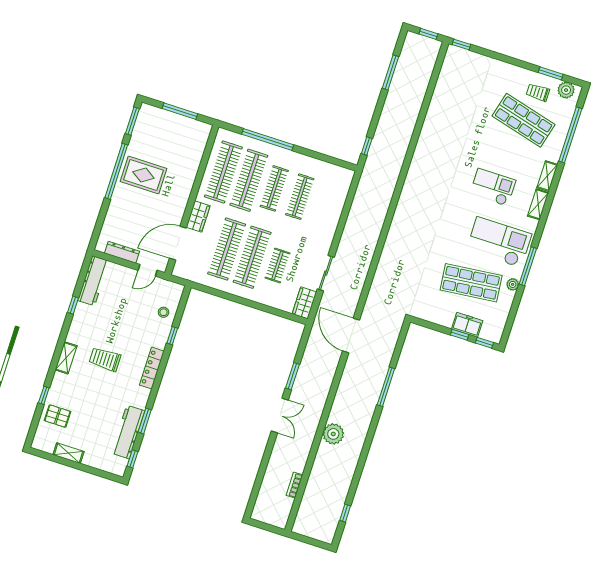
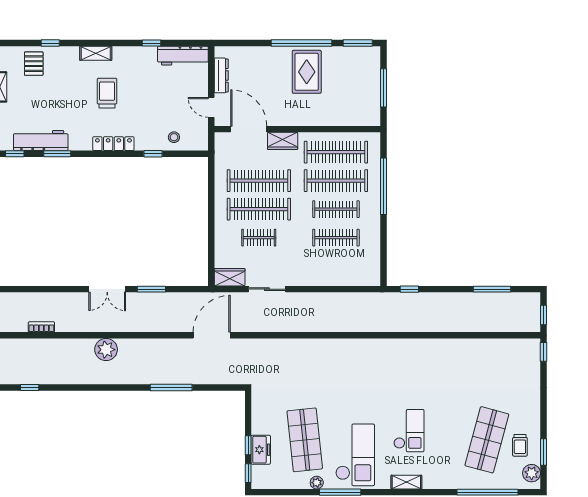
trolley: (538, 92) -> (520, 445), turned 180
shelving: (547, 176) -> (438, 482), removed

